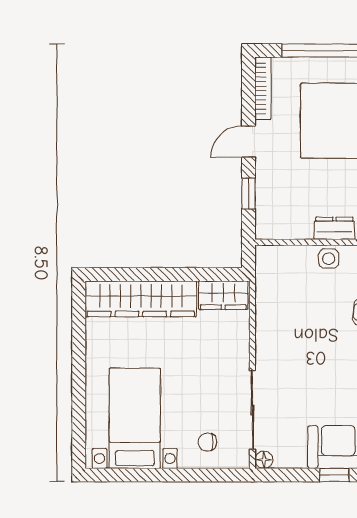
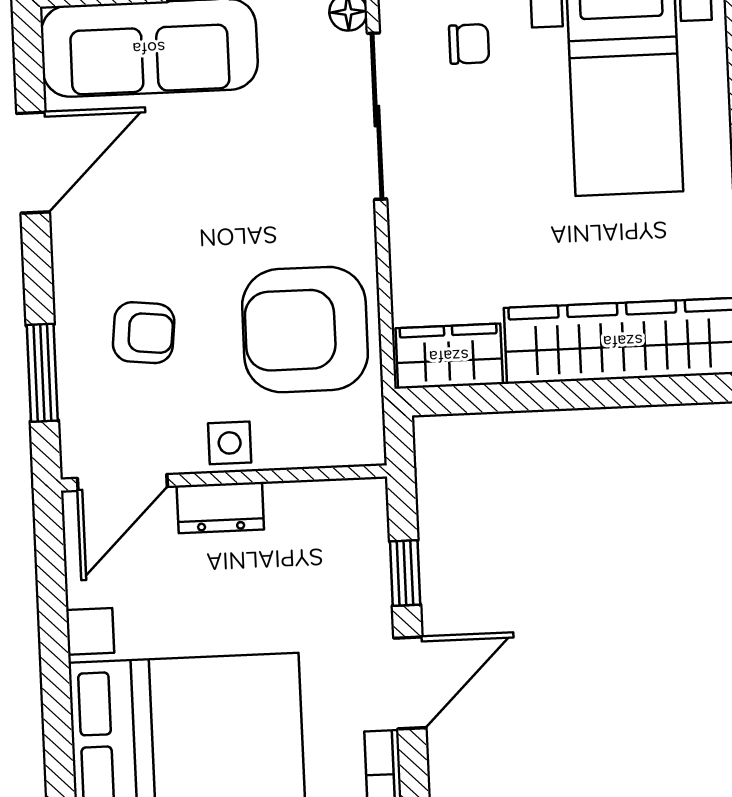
door: (249, 142) -> (410, 683), width x1.38
armchair: (291, 311) -> (305, 330), added

